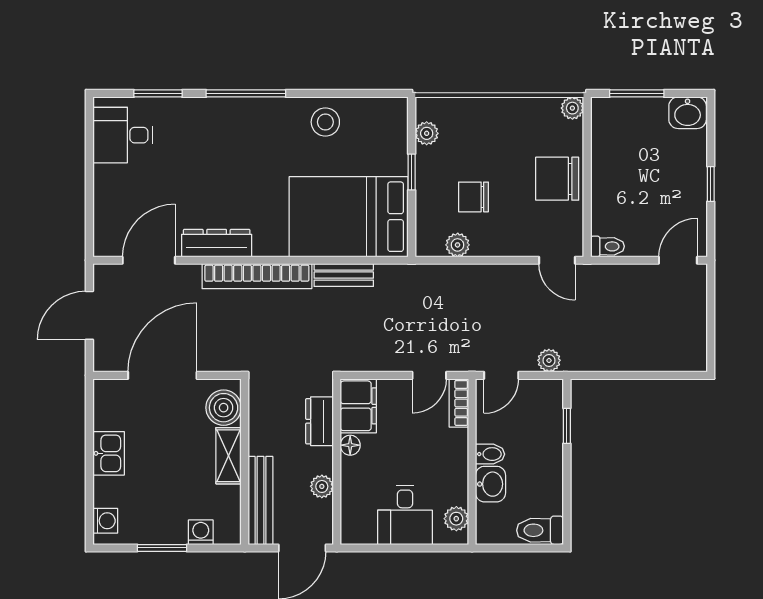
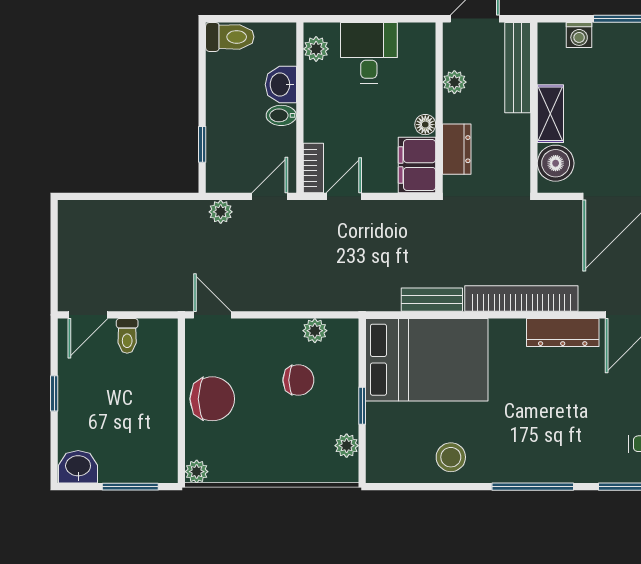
toilet: (607, 246) -> (127, 336), moved, turned -90

